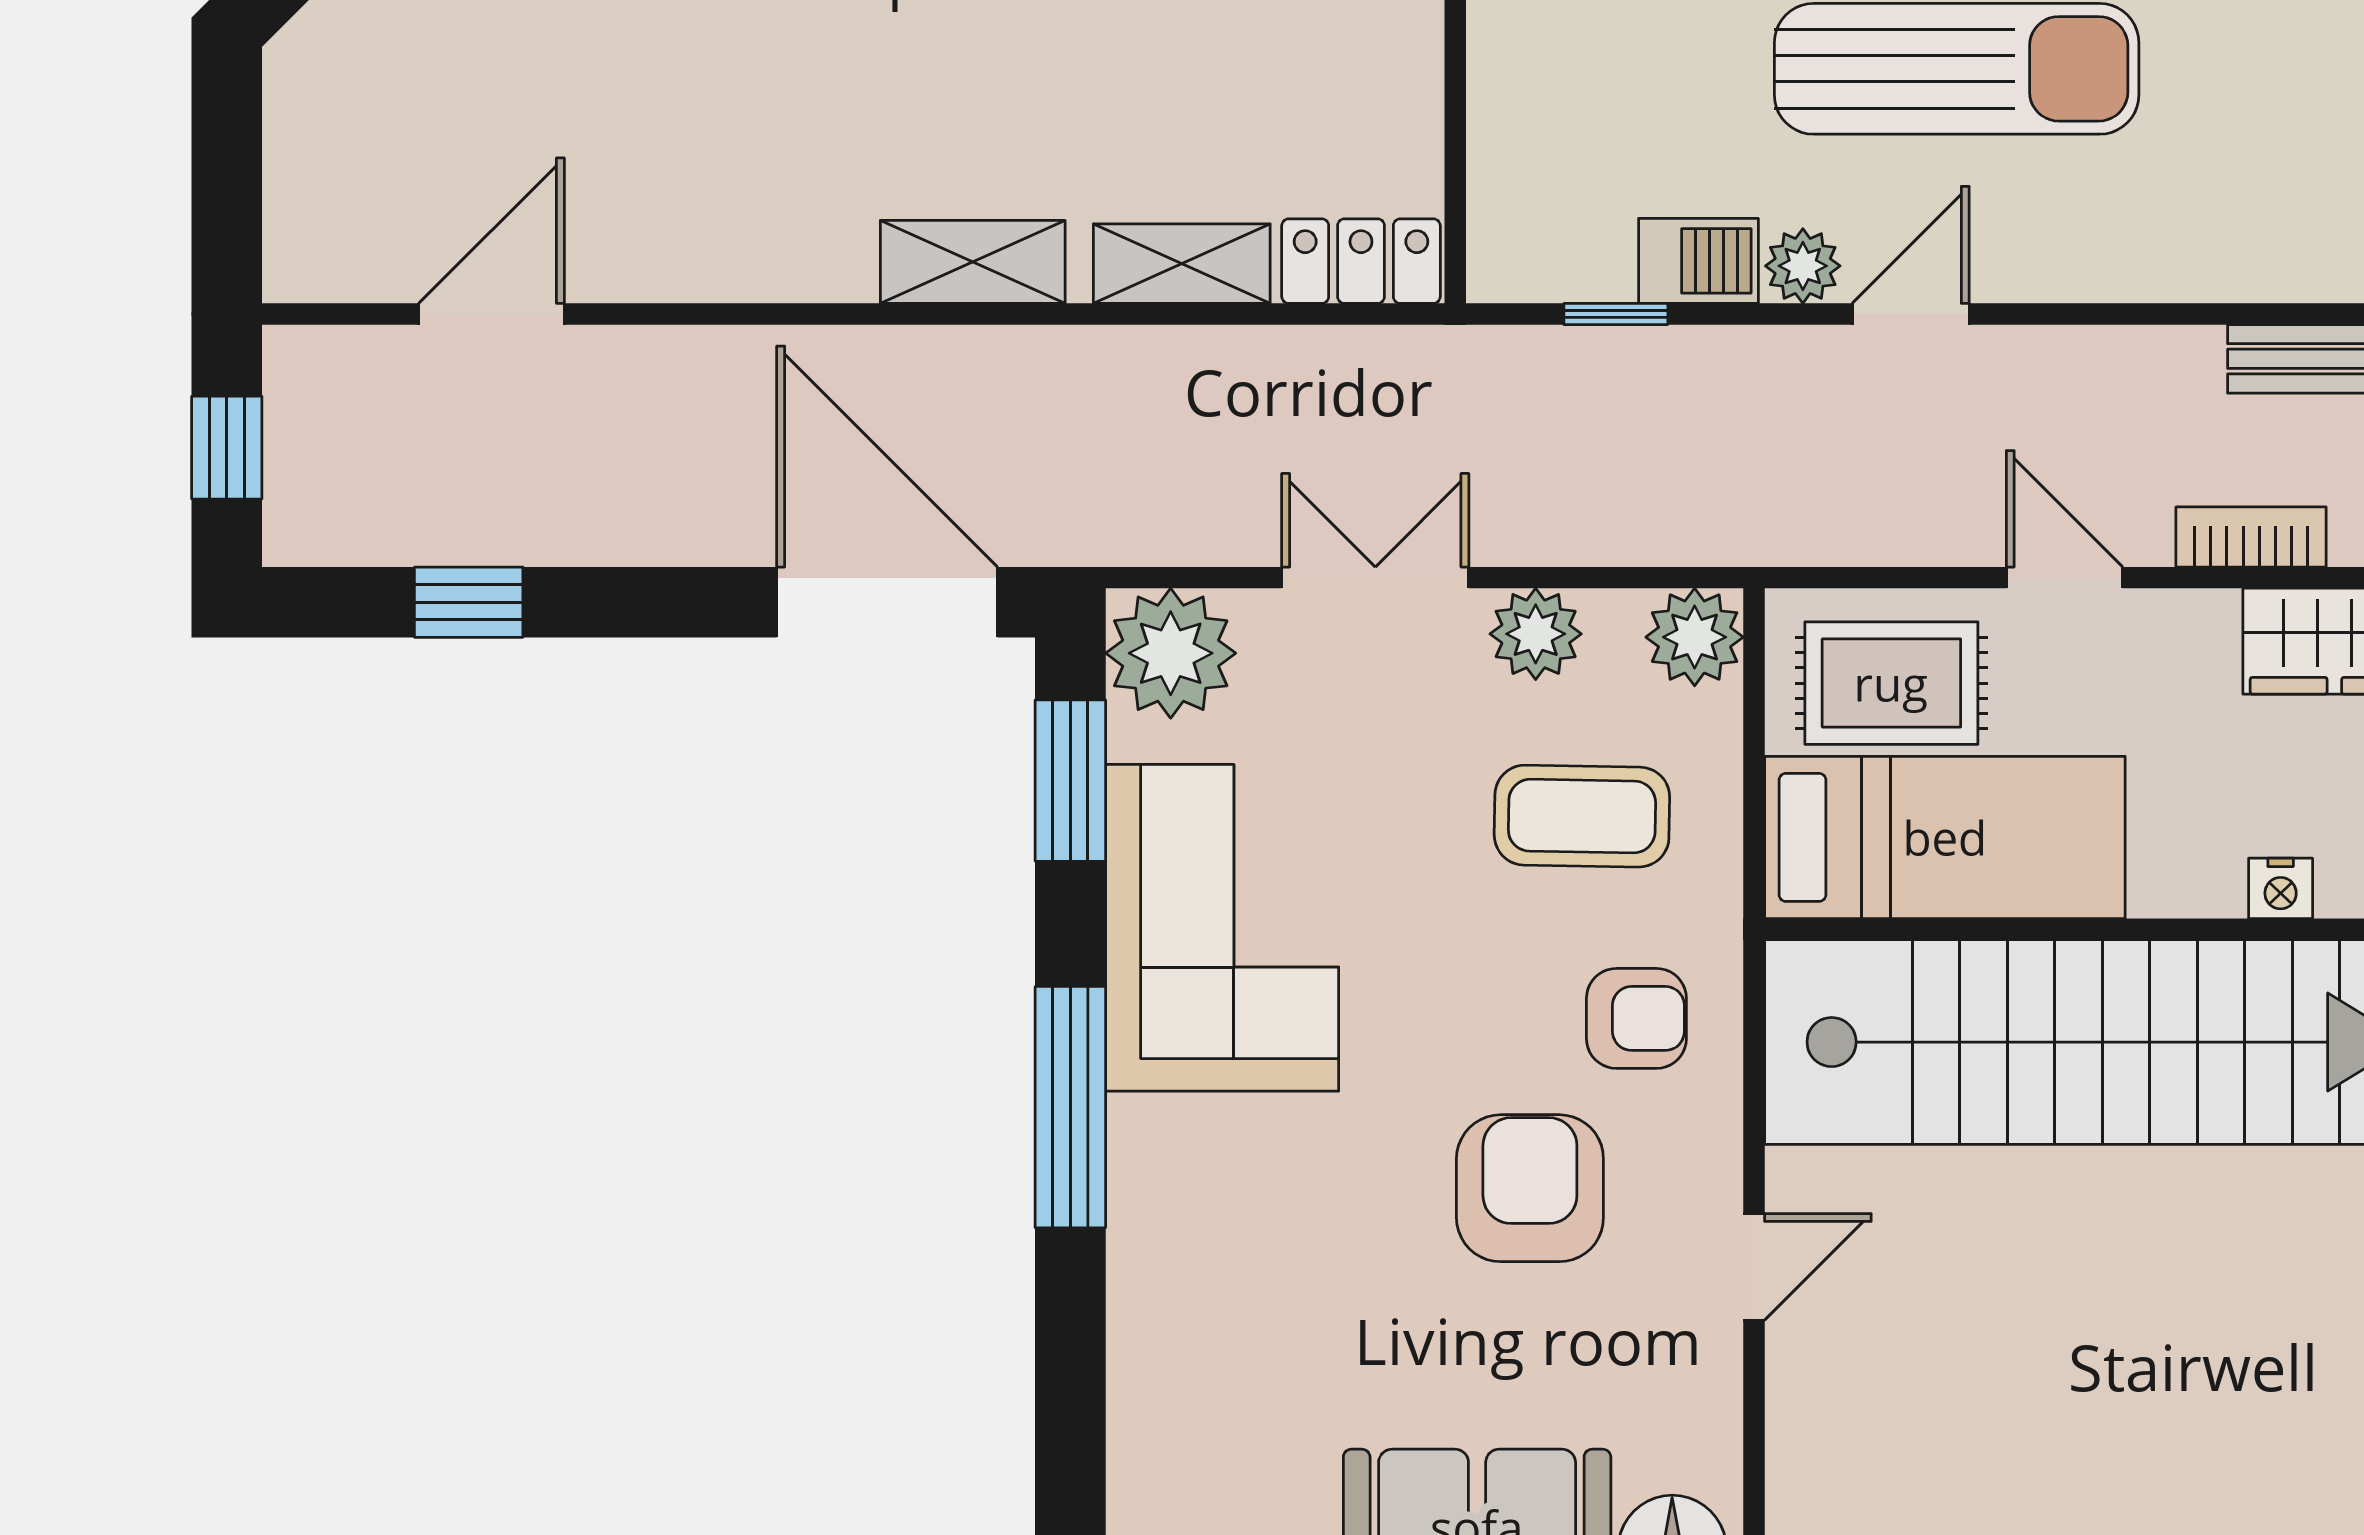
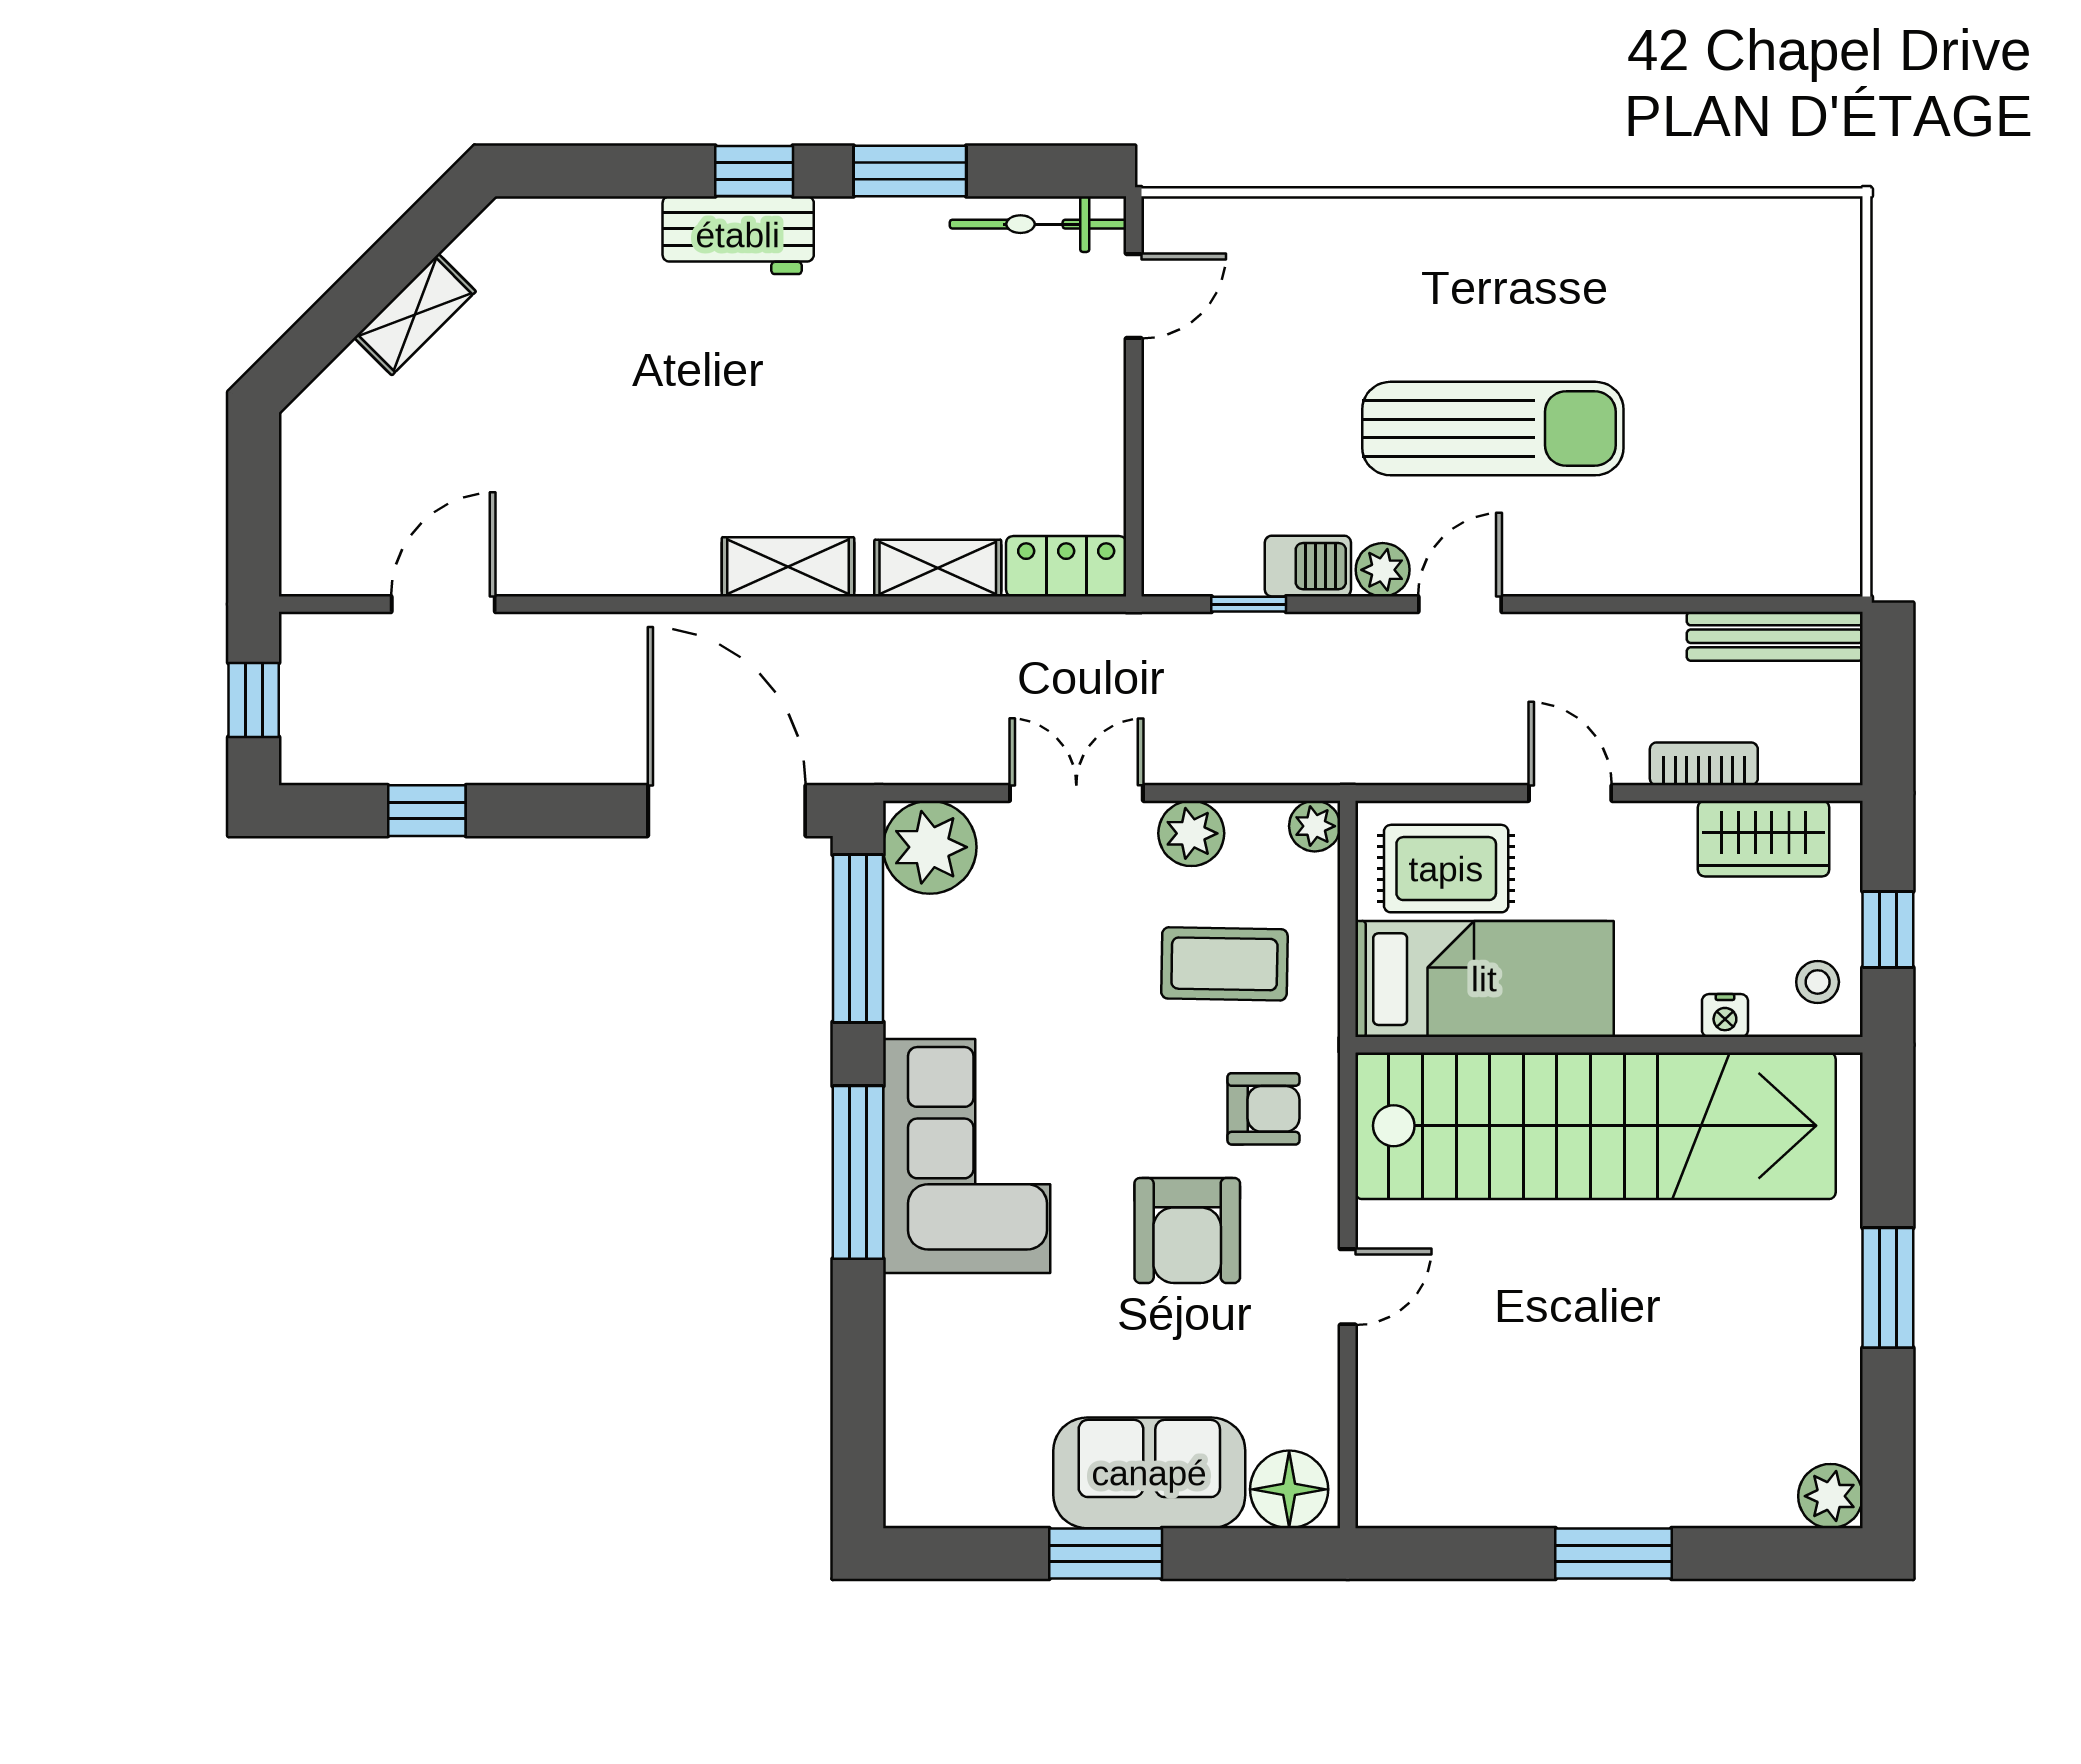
plant: (1695, 637) -> (1315, 826), width x0.73, depth x0.73
window: (1070, 781) -> (858, 938), width x1.44
corner sofa: (1222, 928) -> (967, 1156), moved
armchair: (1530, 1188) -> (1187, 1230), turned 180

